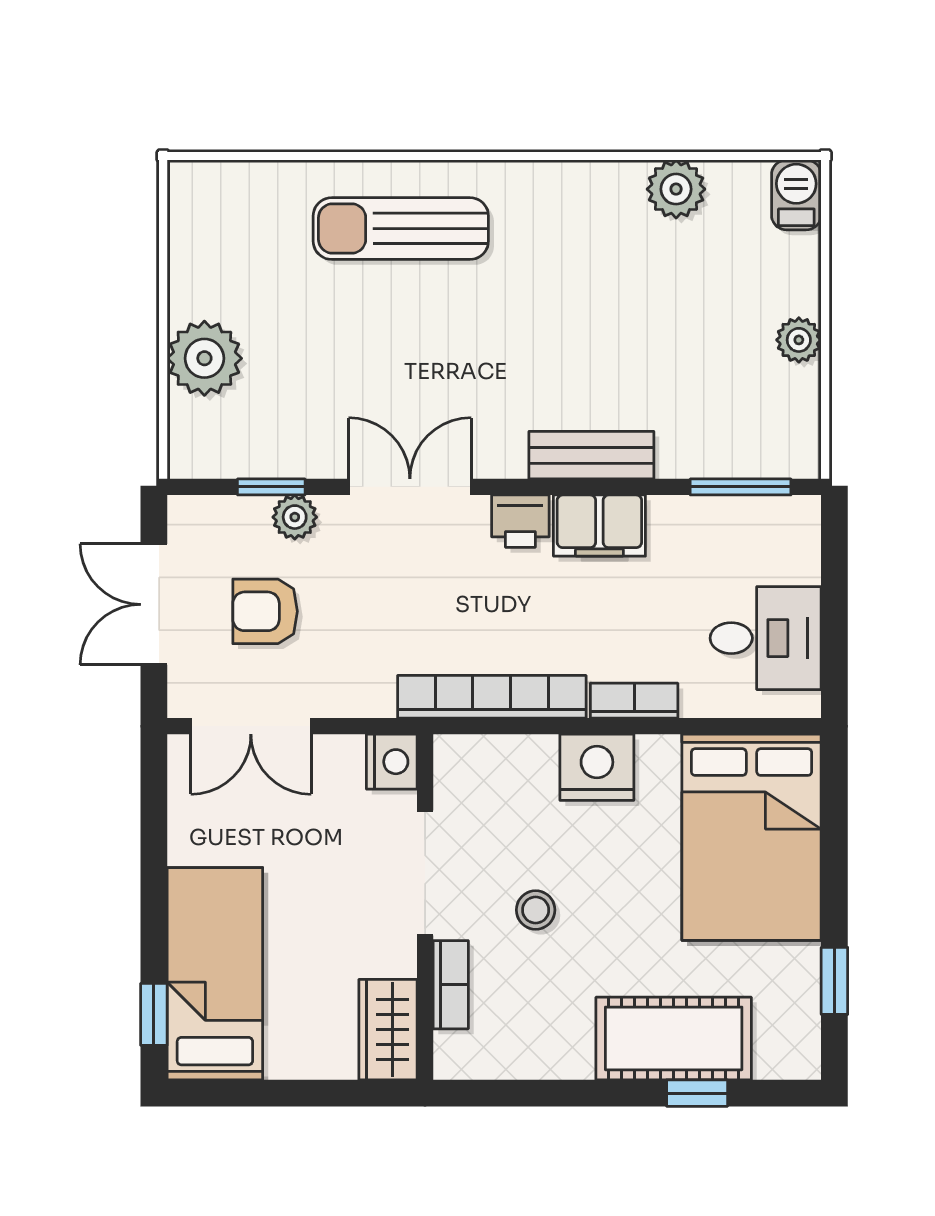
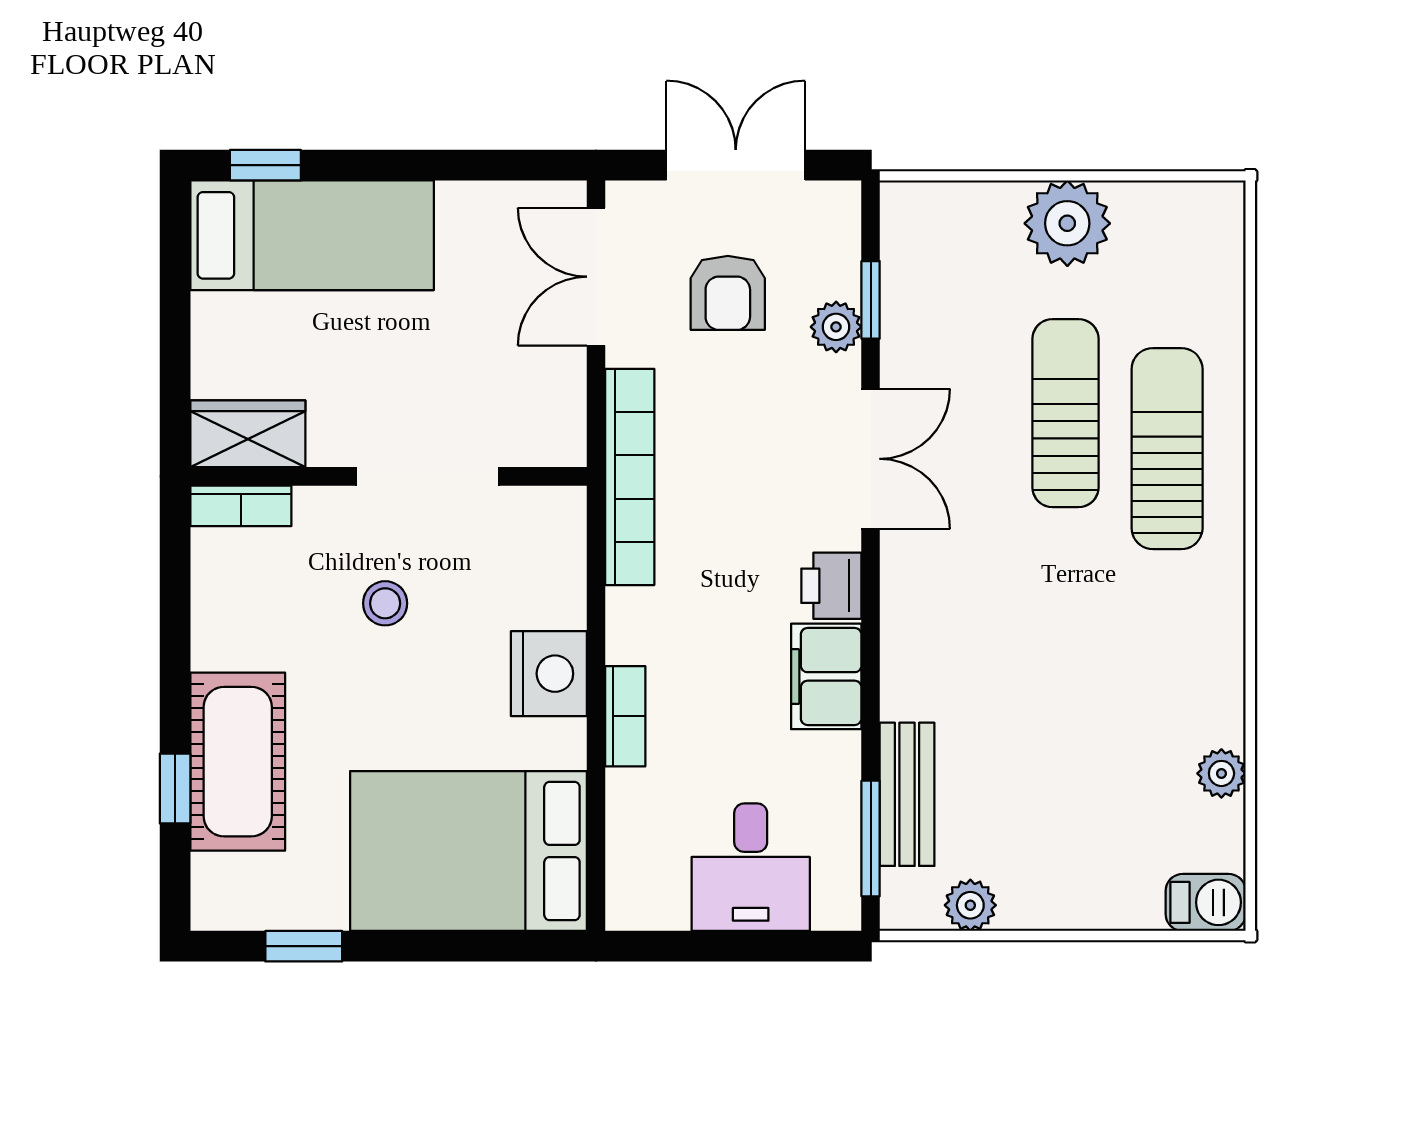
plant: (676, 189) -> (1221, 773), width x0.73, depth x0.73
sun lounger: (370, 317) -> (1065, 413), added
plant: (799, 340) -> (970, 905), moved
plant: (204, 358) -> (1067, 223), moved
bench: (591, 455) -> (907, 794), moved
armchair: (265, 611) -> (728, 293), turned 180
desk: (766, 638) -> (751, 867), moved
bookcase: (492, 697) -> (630, 477), moved
nightstand: (392, 762) -> (555, 438), removed
bookcase: (451, 985) -> (241, 506), moved

